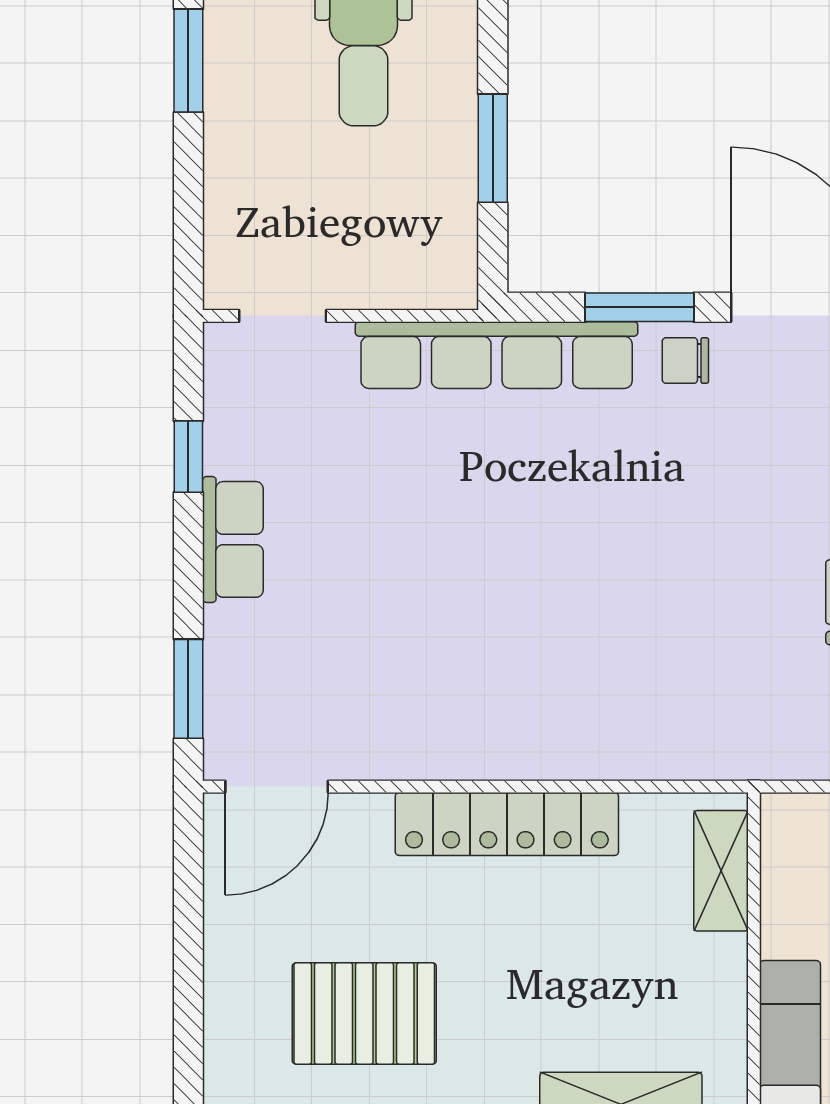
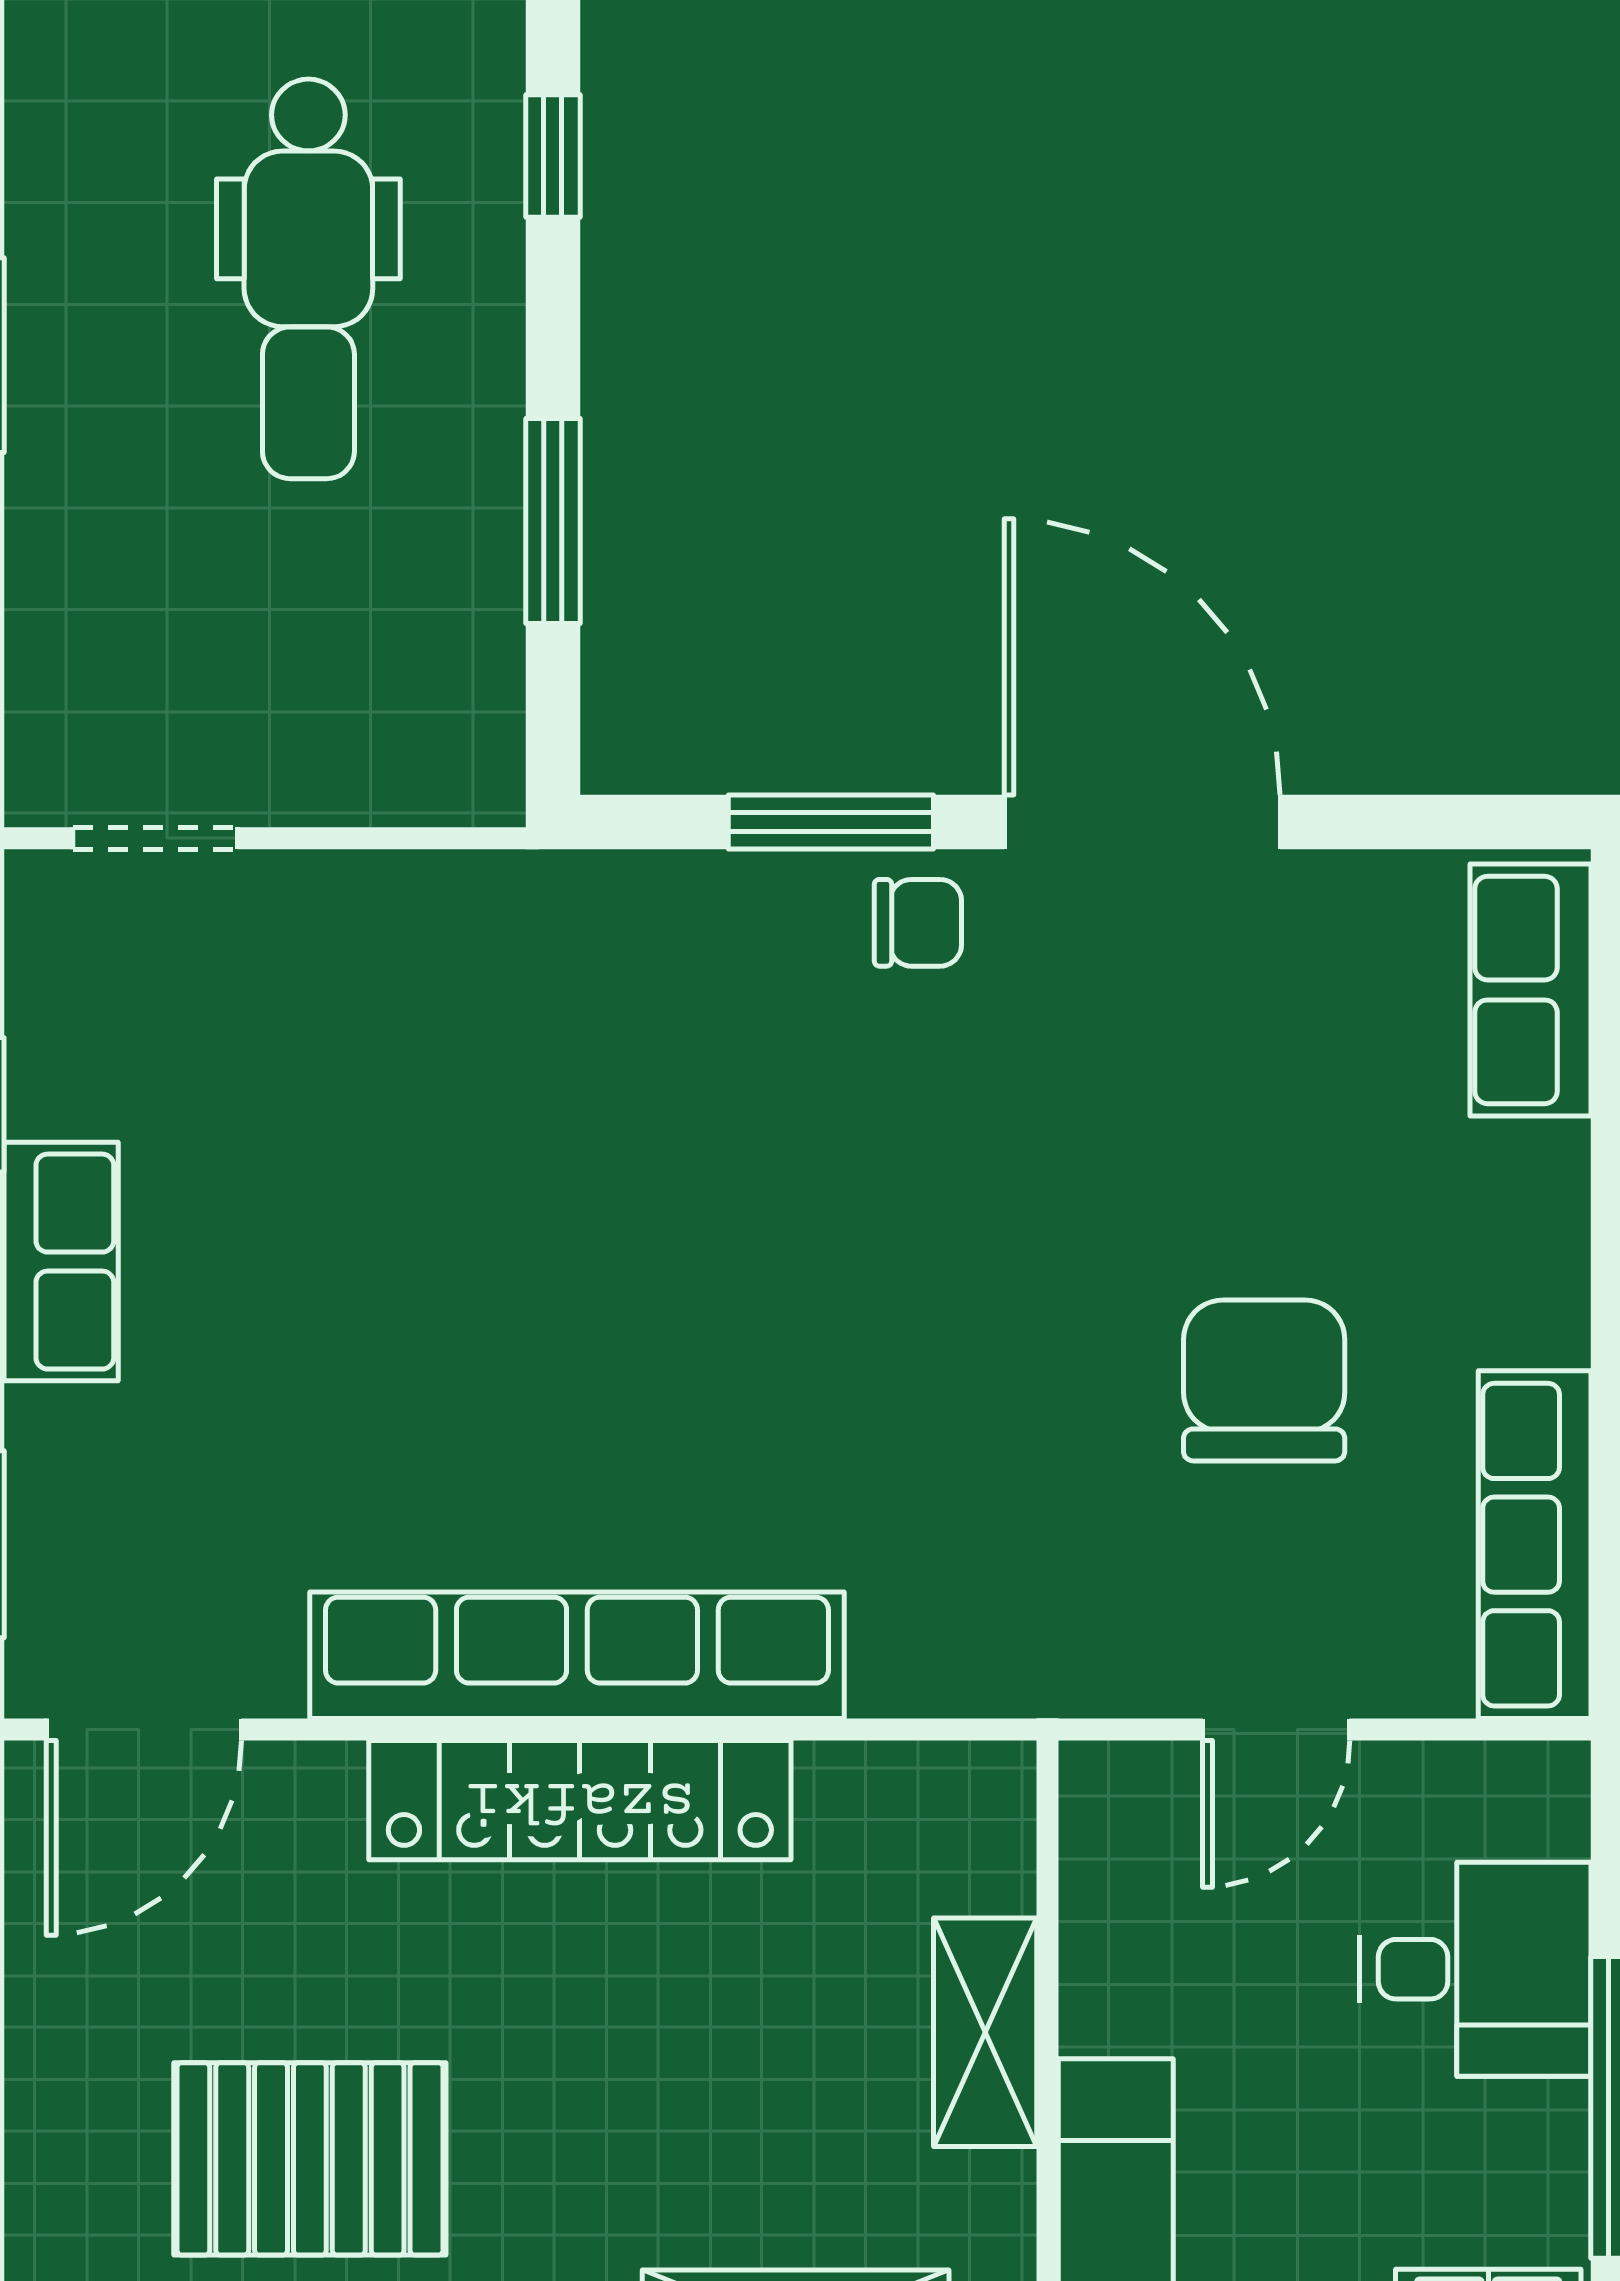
row of seats: (497, 355) -> (577, 1655), moved, turned 180
chair: (685, 361) -> (918, 923), turned 180
shelving: (721, 871) -> (985, 2032), moved

